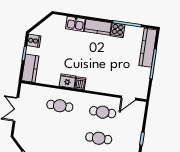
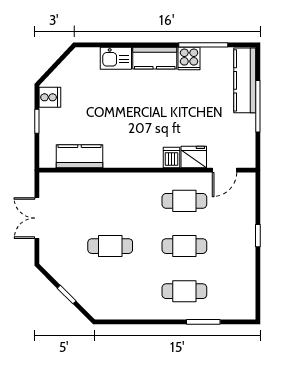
kitchen counter: (30, 68) -> (79, 156), moved, turned -90
fridge: (67, 81) -> (194, 157), moved
dishwasher: (80, 83) -> (172, 158), moved
cafe table: (60, 106) -> (110, 246), moved

